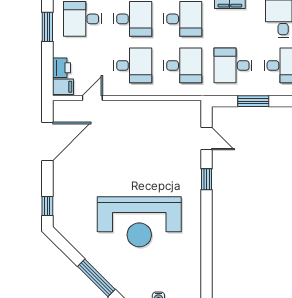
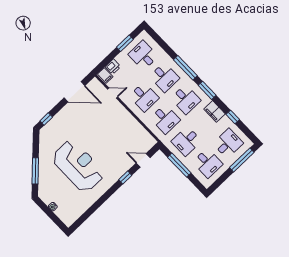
desk: (233, 65) -> (186, 141), turned -90
window: (253, 101) -> (179, 165), width x1.44
door: (207, 139) -> (143, 160), swing flipped
reception desk: (139, 222) -> (78, 166), turned 180

